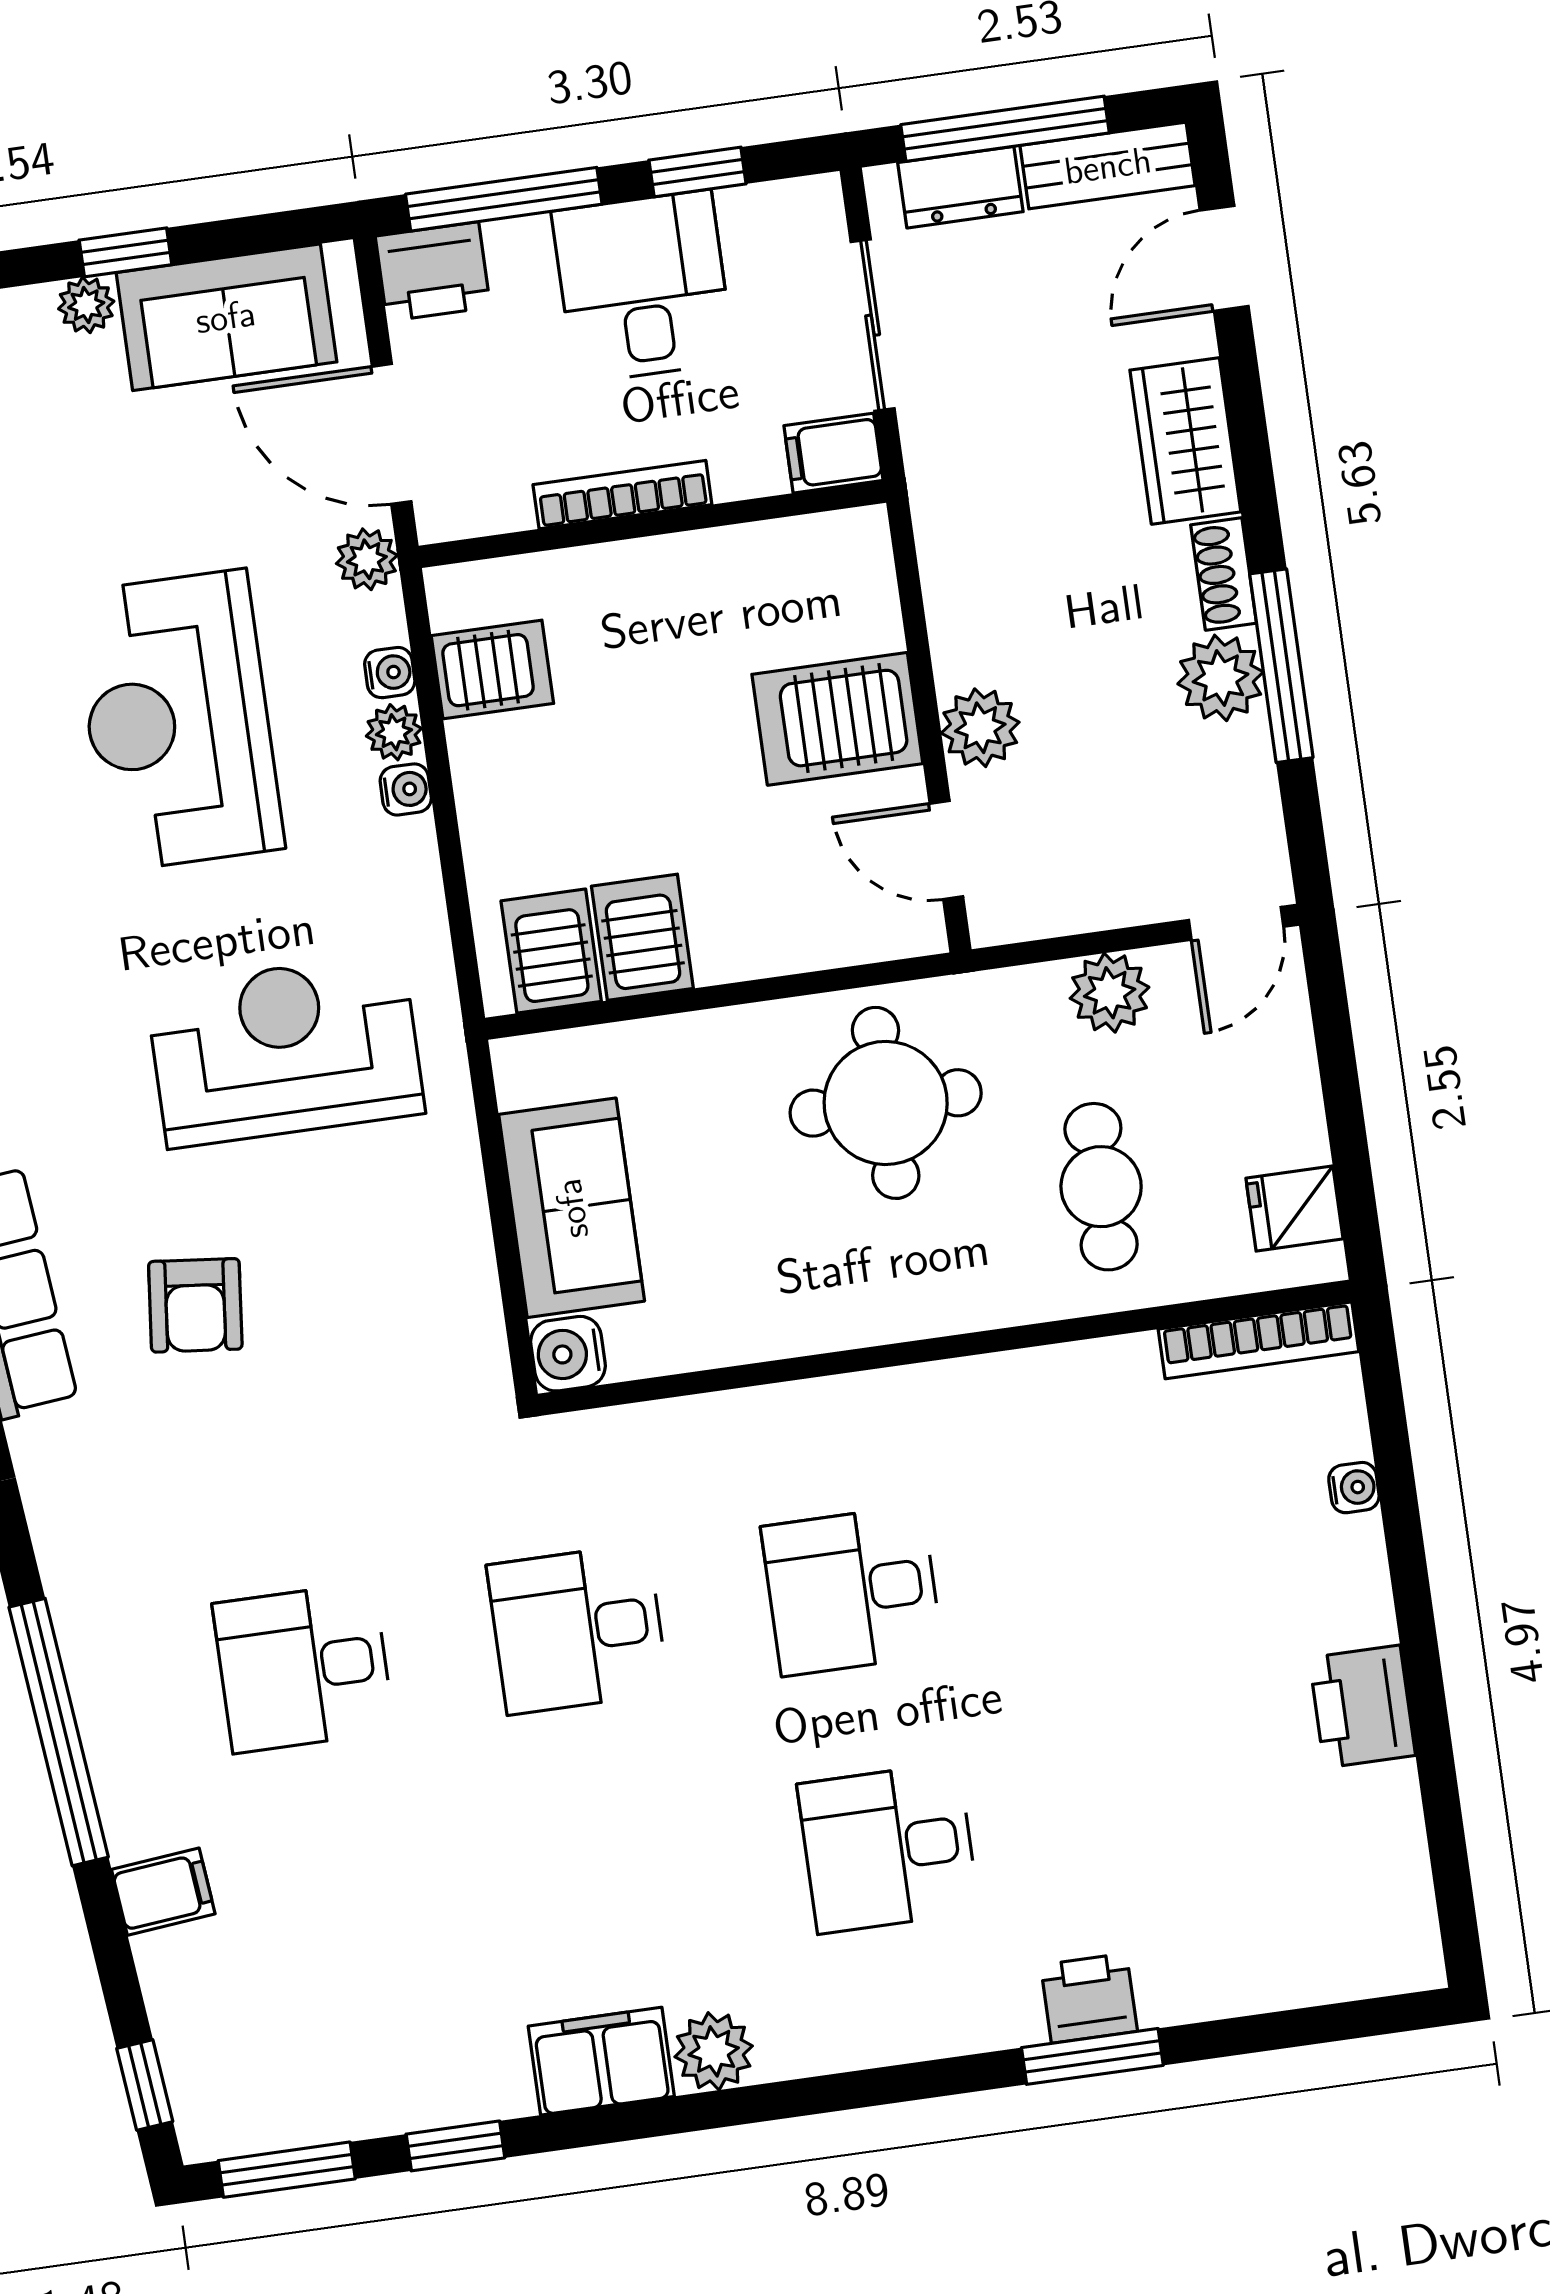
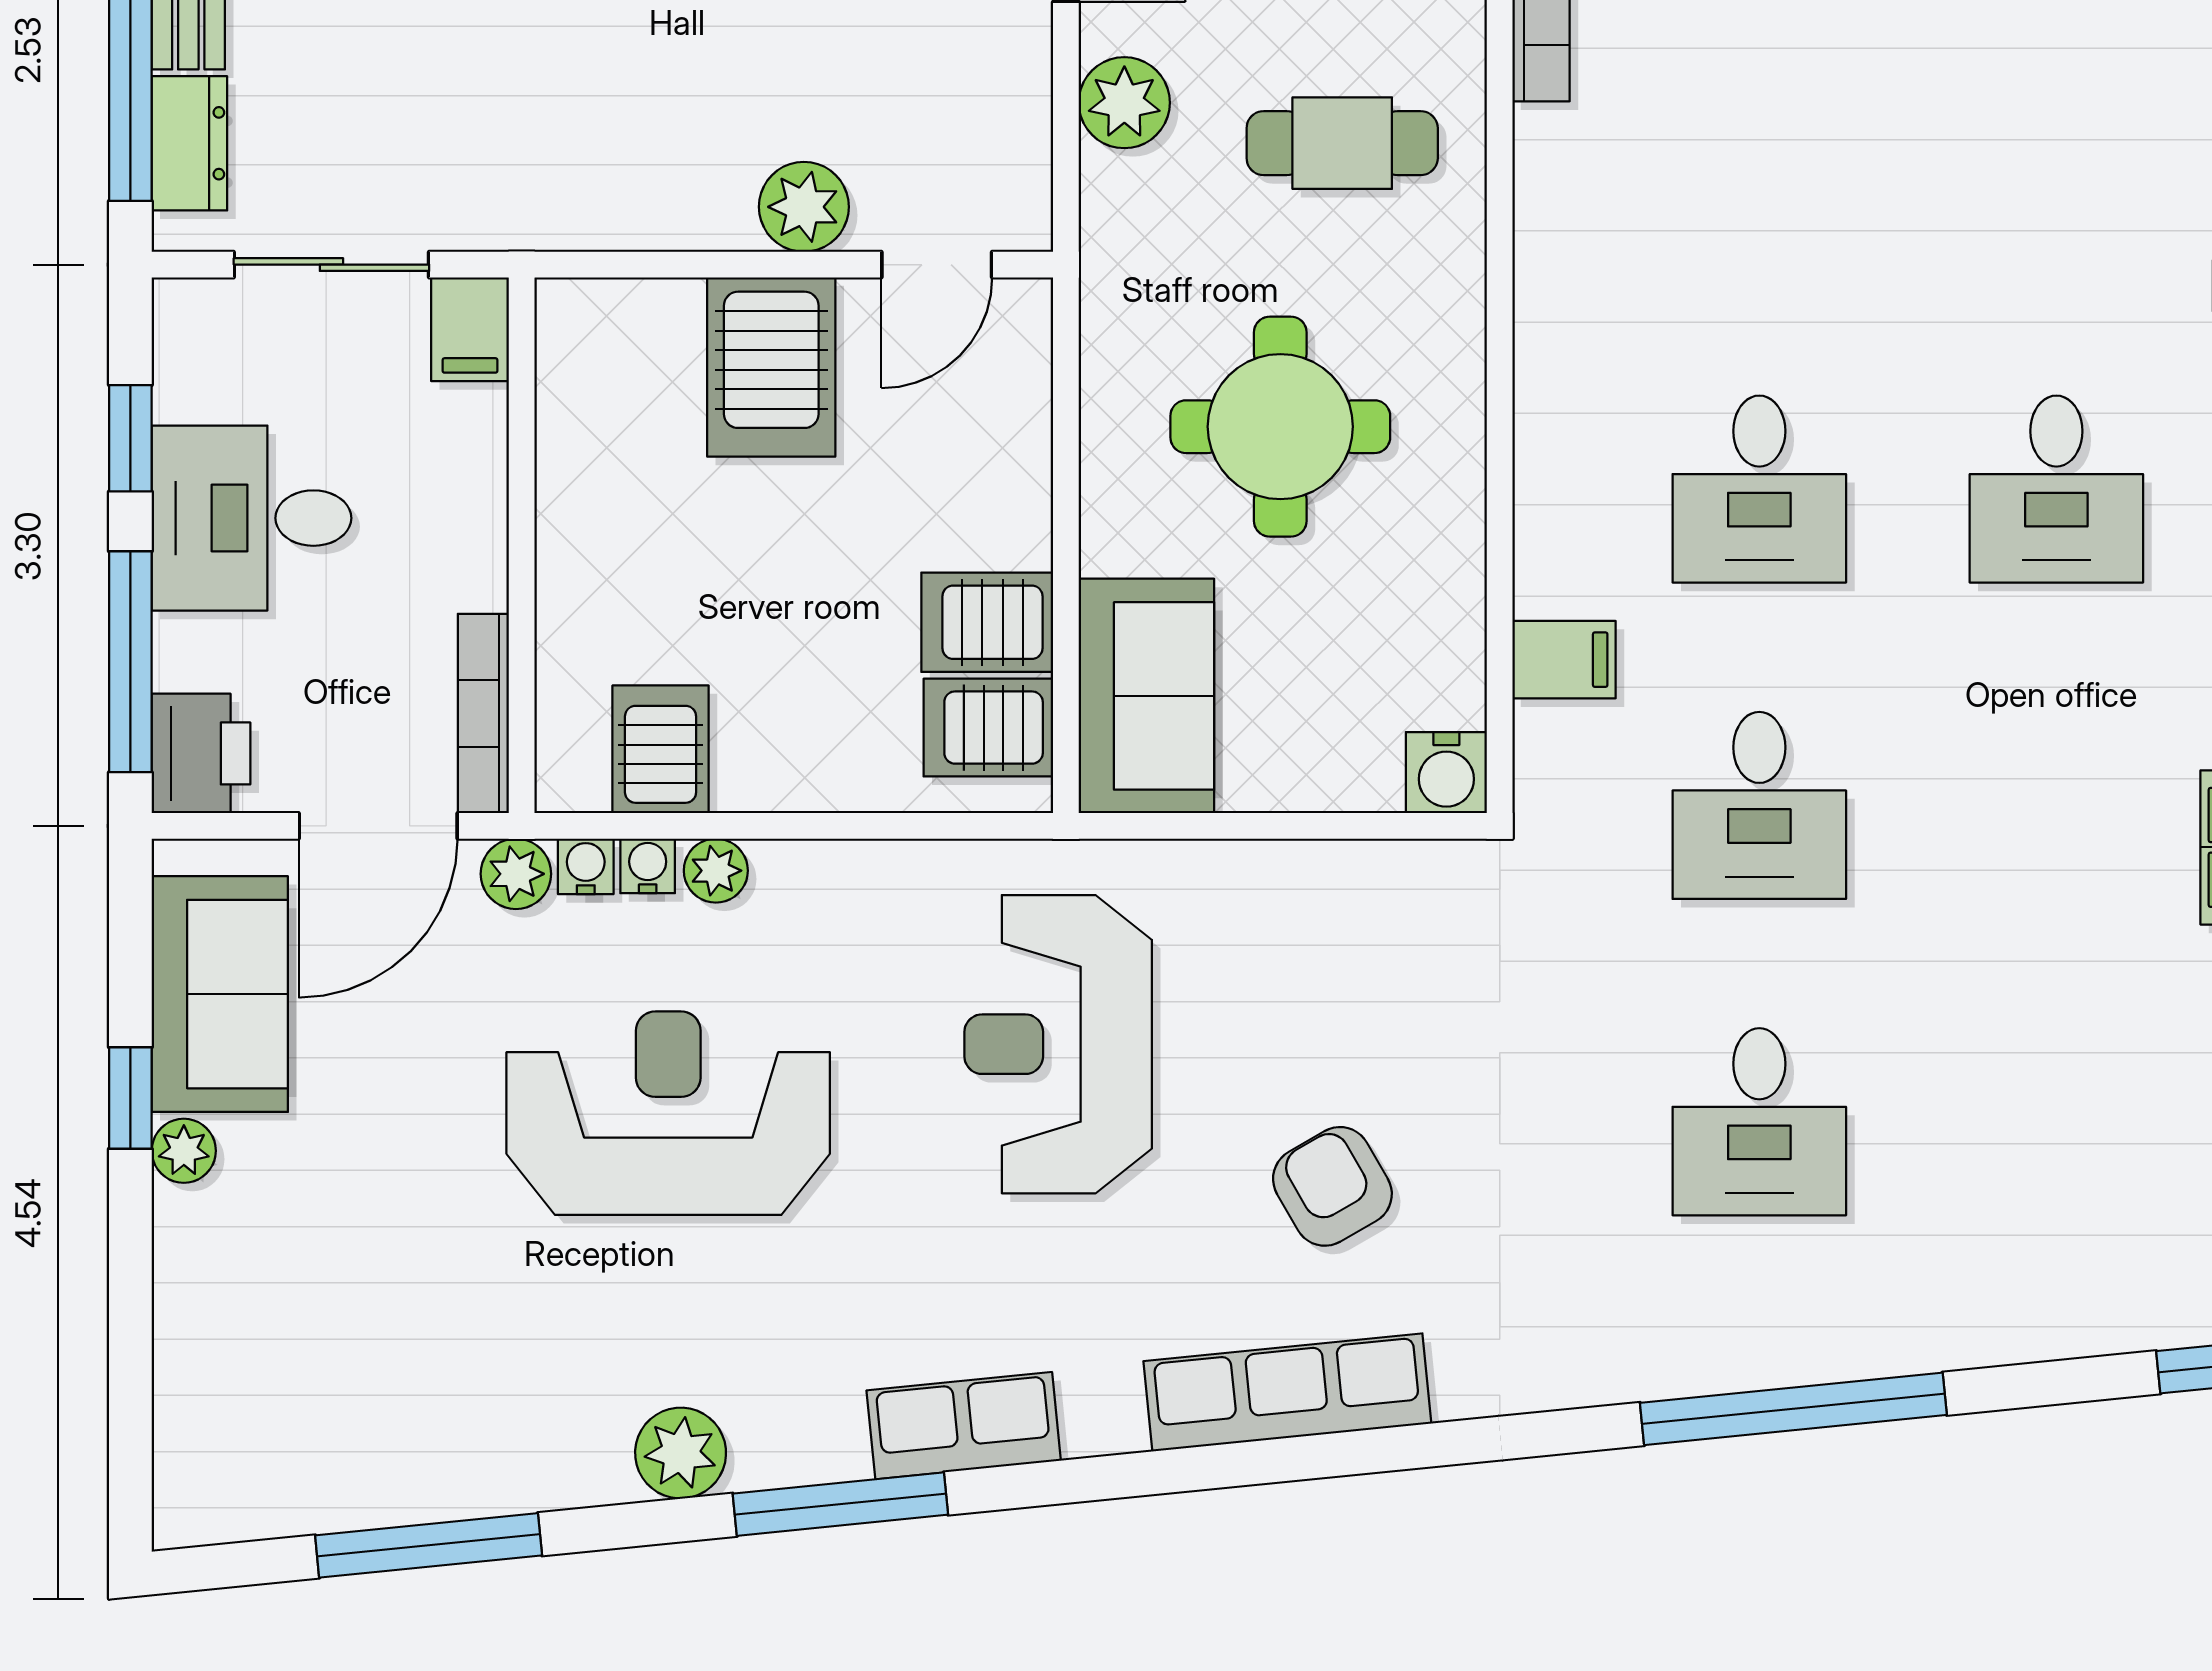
bookcase: (622, 495) -> (483, 713), moved
reception desk: (178, 720) -> (668, 1113), turned 180
water cooler: (406, 789) -> (586, 866), moved
round table: (886, 1103) -> (1280, 427), moved
sofa: (572, 1208) -> (1146, 696), moved, turned 90
armchair: (195, 1305) -> (1332, 1186), turned -126
filing cabinet: (163, 1892) -> (1564, 660), moved, turned 96

